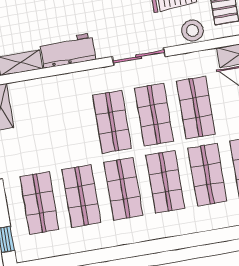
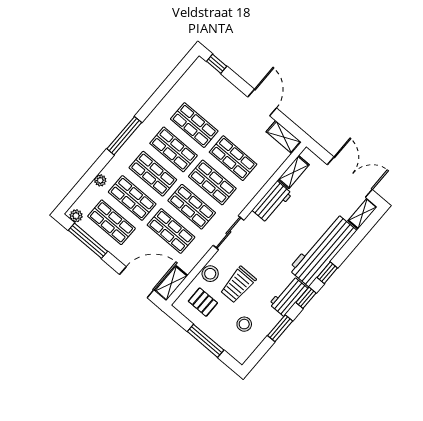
shop shelf: (39, 203) -> (233, 158), moved
plant: (225, 220) -> (100, 180), added
window: (162, 245) -> (124, 136), added

